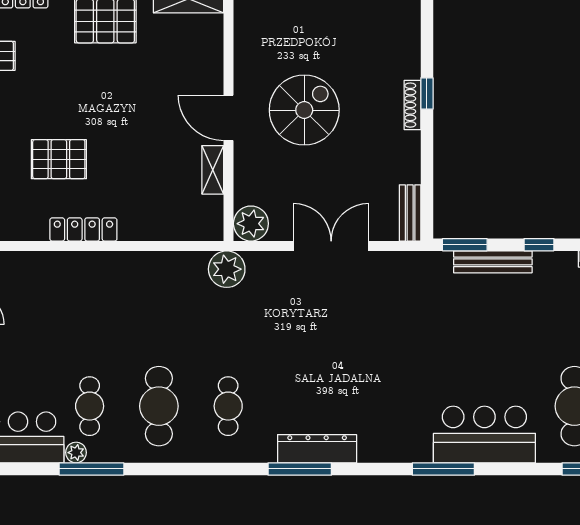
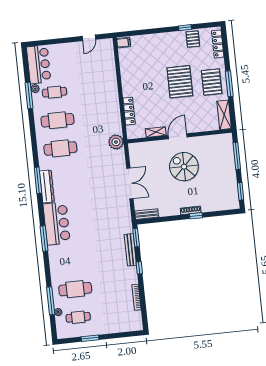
spiral stairs: (304, 110) -> (184, 167), turned 180
pallet: (59, 159) -> (180, 82), moved, width x1.37, depth x1.41
plant: (251, 224) -> (136, 150), removed
locker: (83, 229) -> (129, 111), moved
cafe table: (228, 406) -> (60, 148), width x1.37, depth x1.35
bar counter: (484, 434) -> (57, 223), moved

